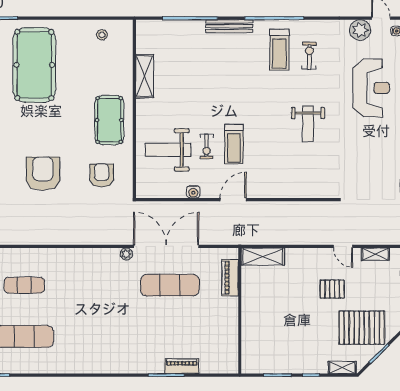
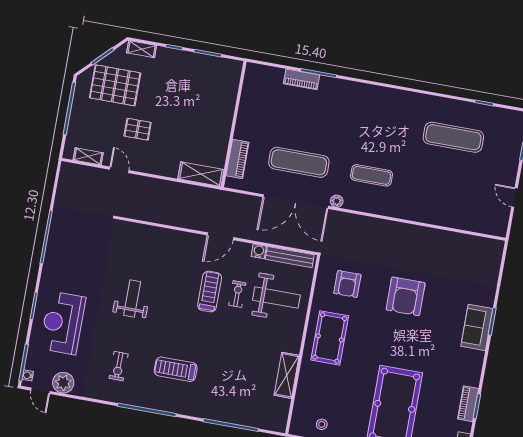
bench: (229, 26) -> (290, 257), moved
treadmill: (279, 50) -> (176, 369), moved, turned -90
exercise mat: (24, 285) -> (372, 175), moved

